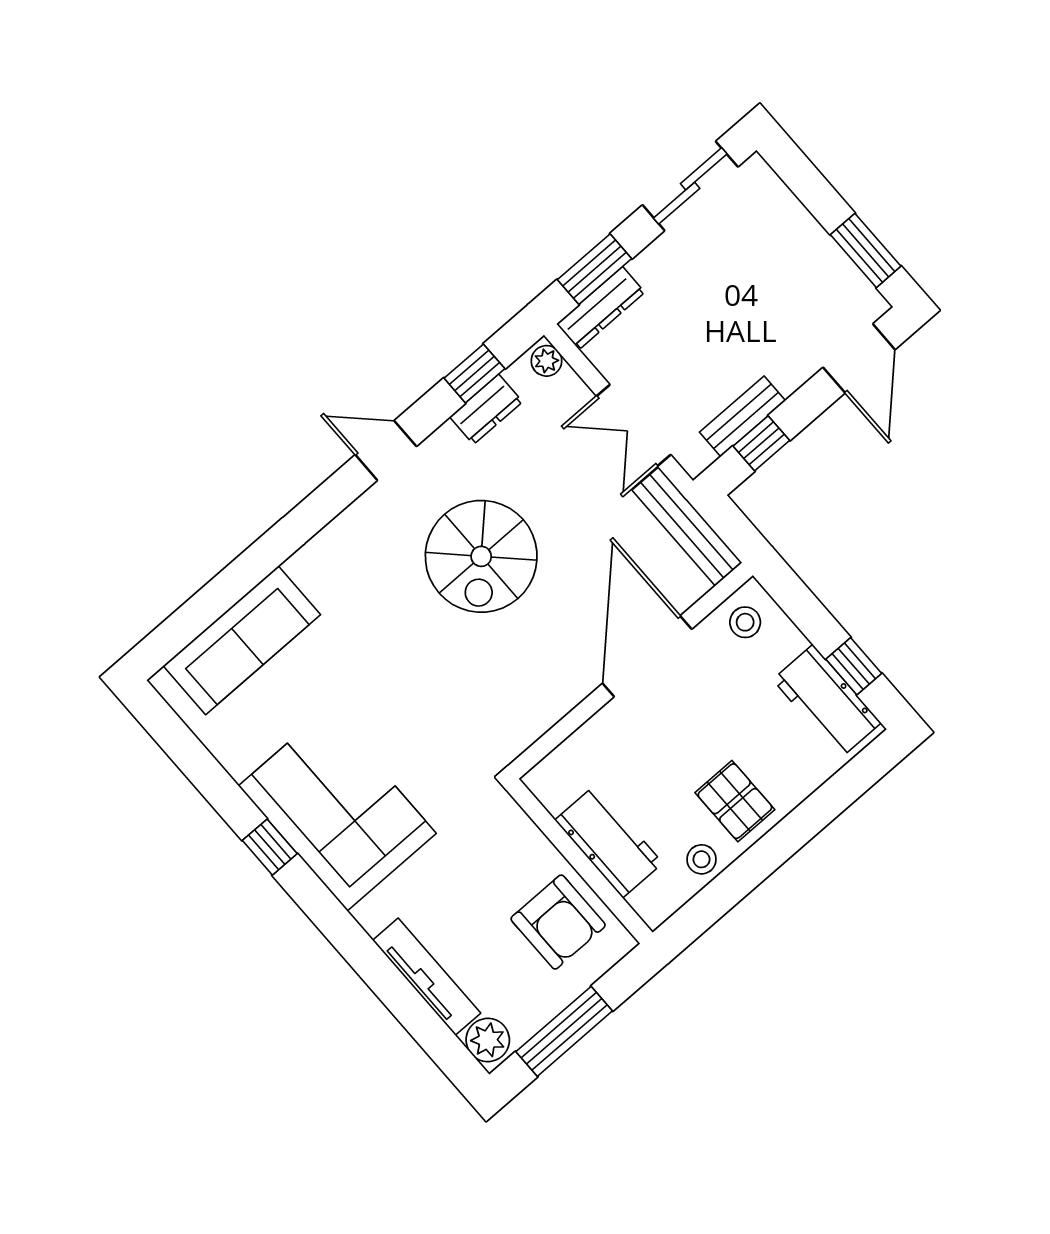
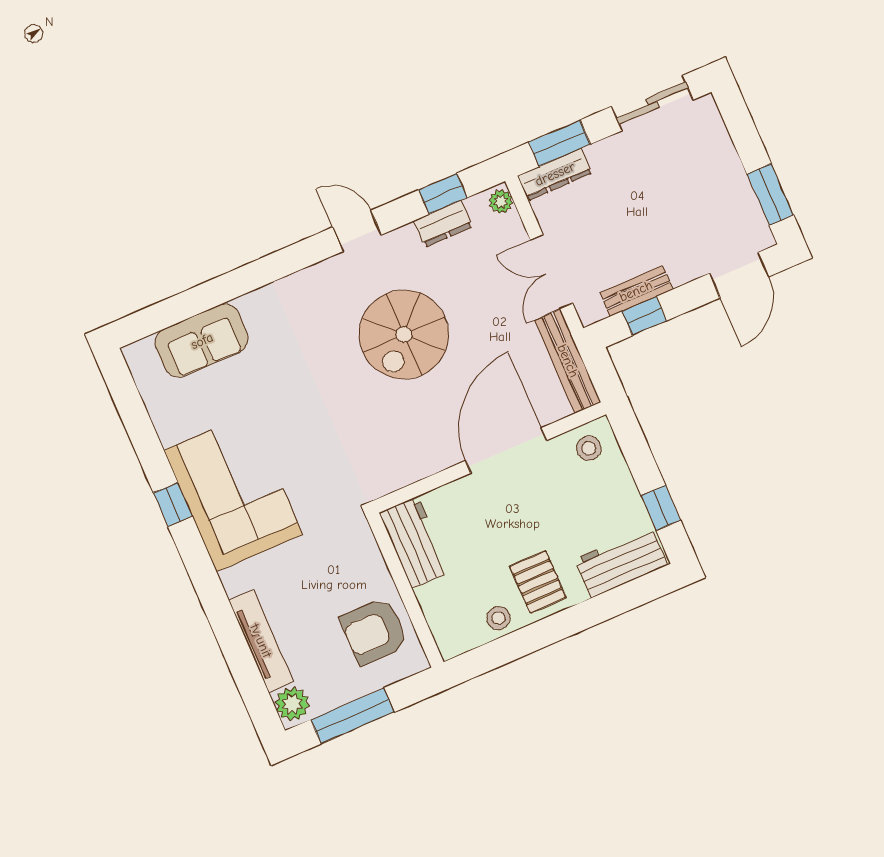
sofa: (242, 640) -> (202, 341), width x0.73
workbench: (827, 701) -> (621, 562), moved, turned 90
workbench: (609, 842) -> (415, 542), moved
armchair: (558, 922) -> (374, 631), turned 90

